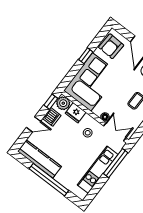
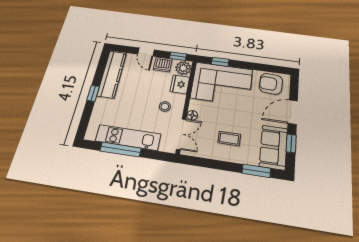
window: (86, 56) -> (220, 62), moved
window: (116, 163) -> (120, 150), moved
window: (49, 180) -> (93, 93), width x0.32

